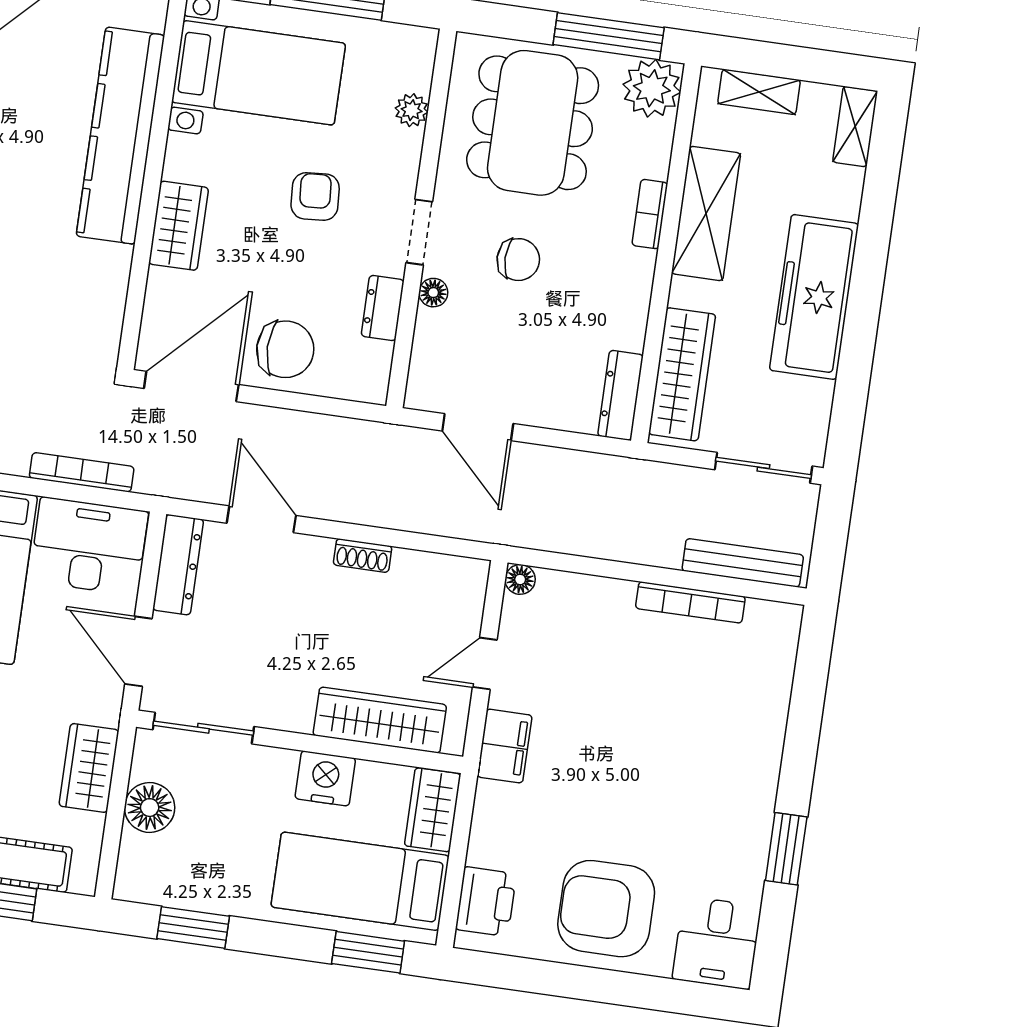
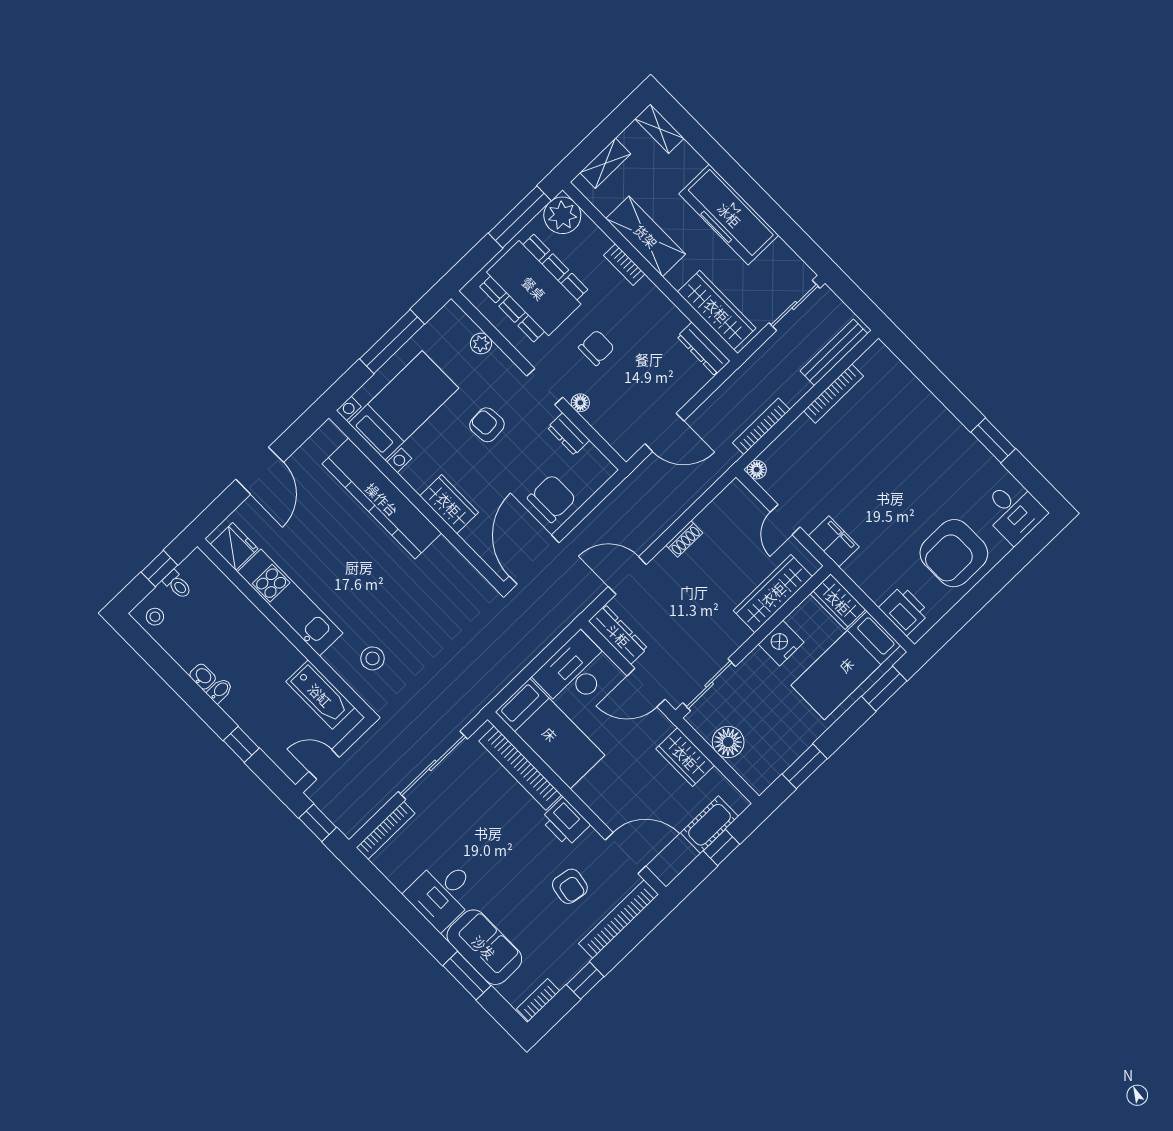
bookcase: (82, 472) -> (761, 426), moved

